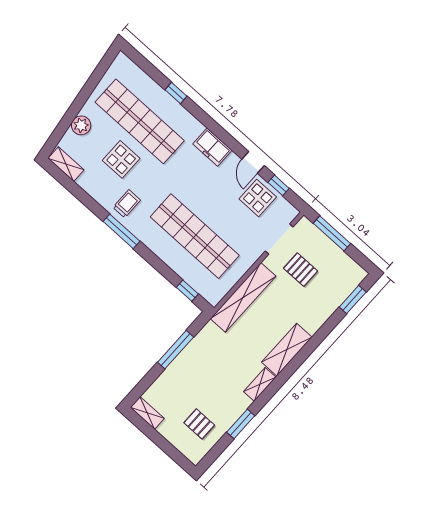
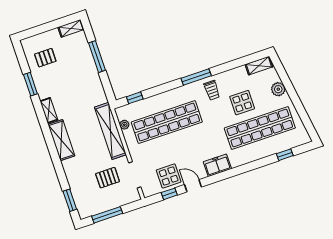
window: (176, 93) -> (285, 155), moved
window: (332, 233) -> (107, 215), moved
plant: (226, 285) -> (124, 125), added
window: (176, 350) -> (97, 57), moved

